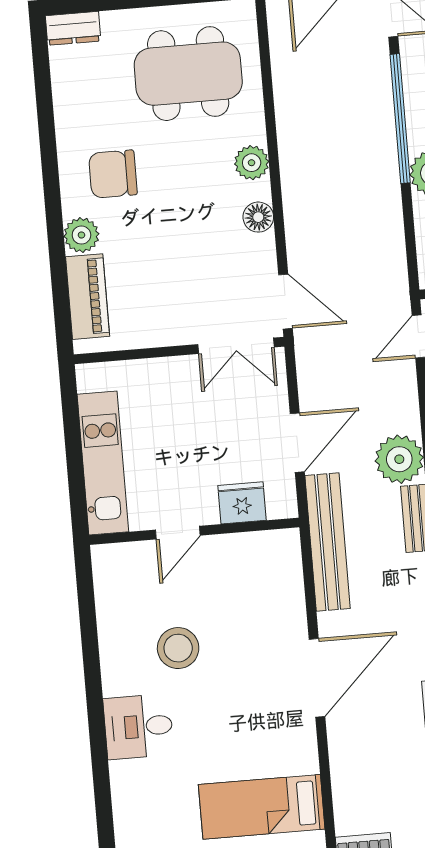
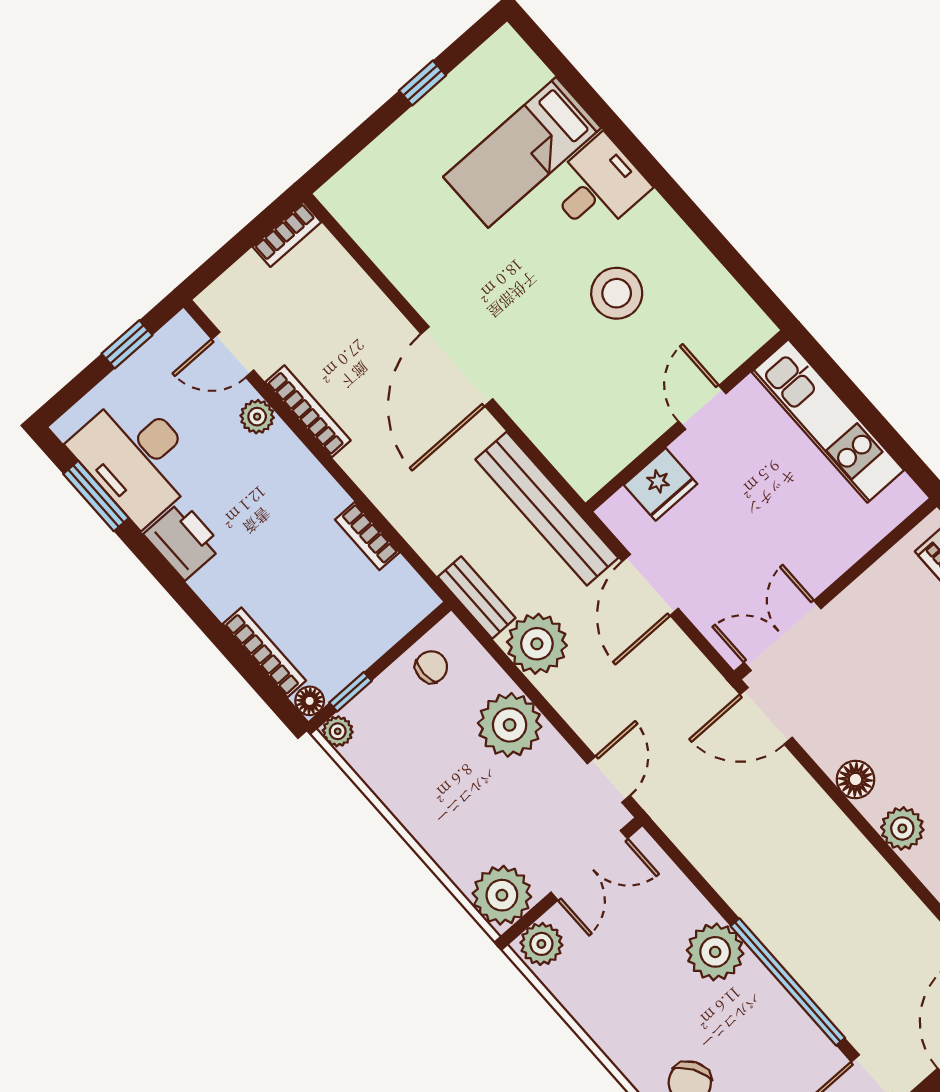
bed: (262, 807) -> (522, 152), moved, turned 180

